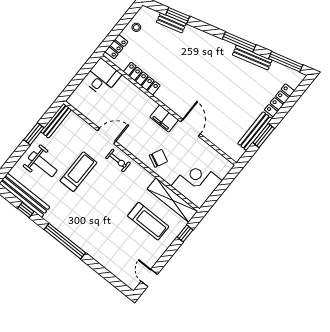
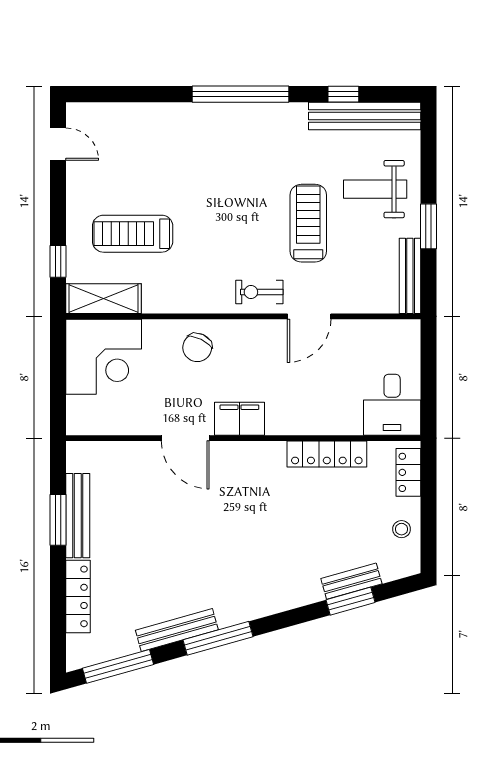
treadmill: (78, 172) -> (308, 223), turned 180
shelving: (172, 200) -> (103, 299), width x0.68

